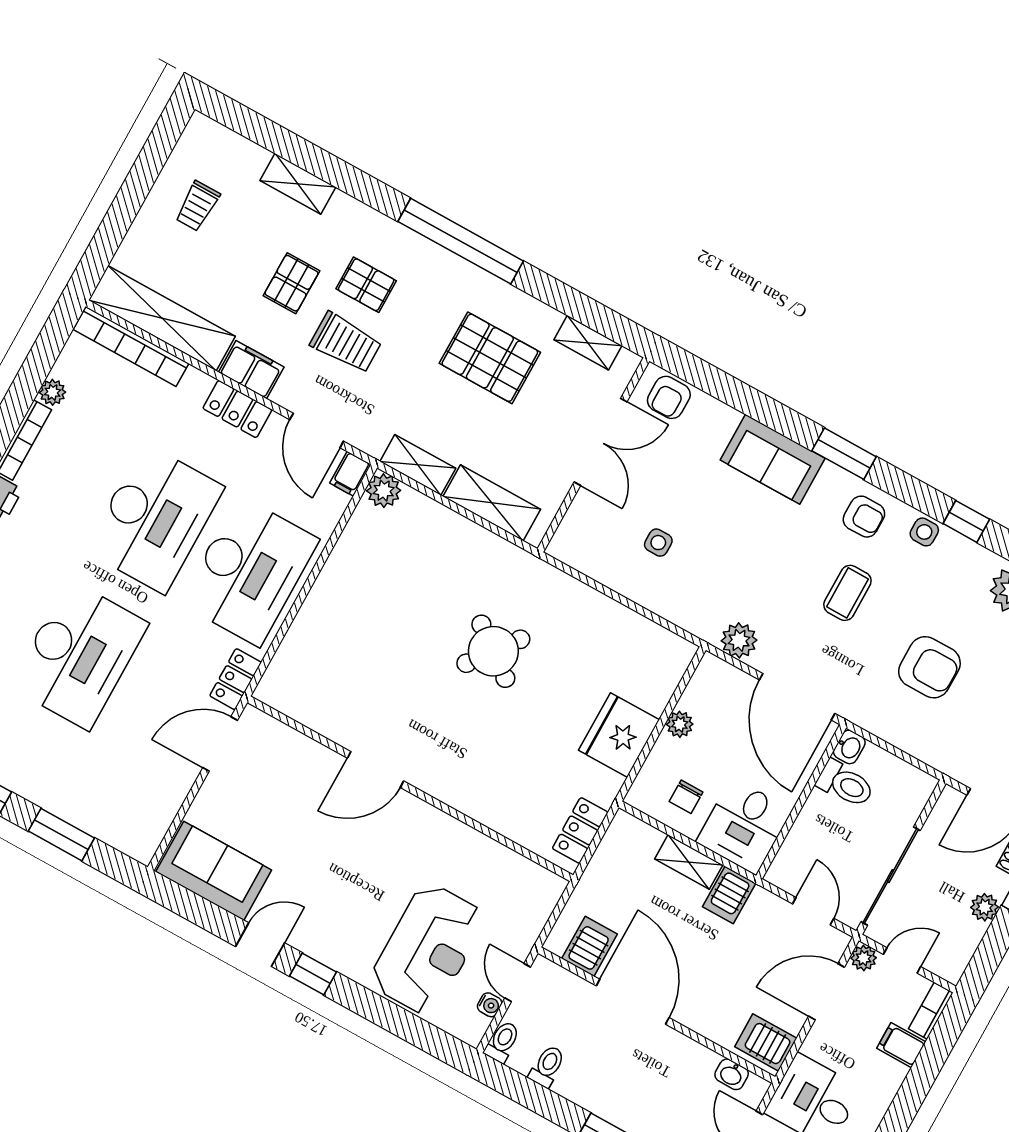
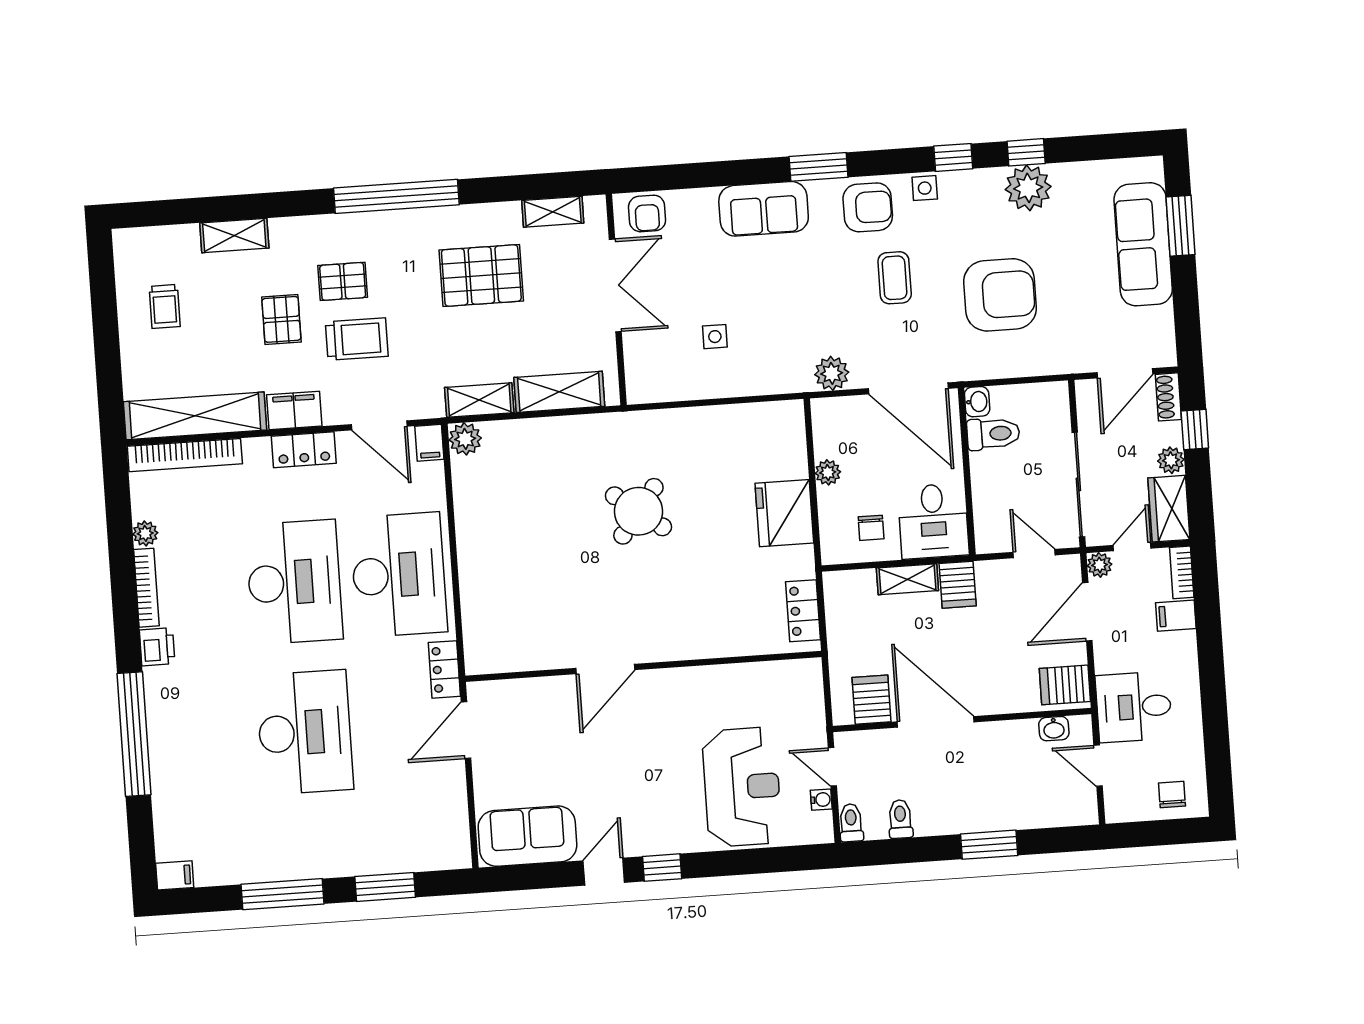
armchair: (864, 517) -> (868, 207), width x1.38, depth x1.38
armchair: (929, 667) -> (1000, 295), width x1.36, depth x1.36
wardrobe: (956, 948) -> (1169, 509), added

